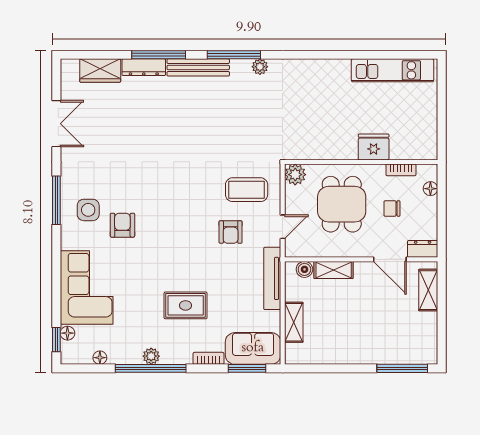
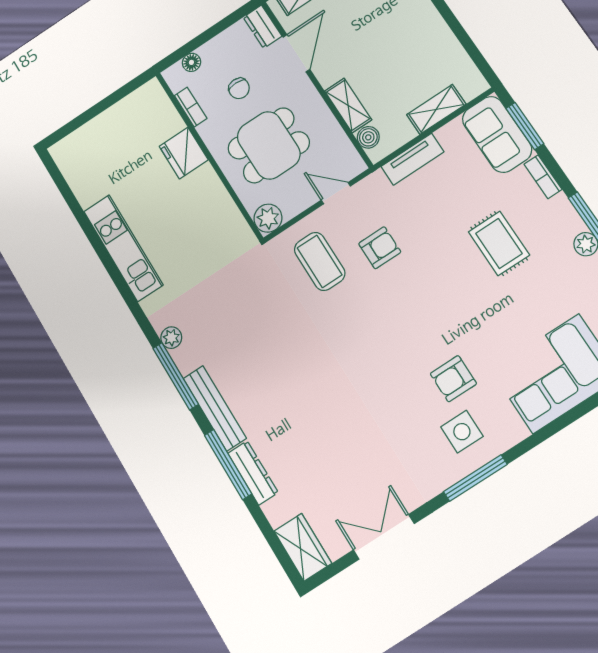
kitchen unit: (392, 70) -> (123, 248), moved
wardrobe: (100, 71) -> (303, 547), moved
tv unit: (272, 278) -> (413, 159), width x0.71

